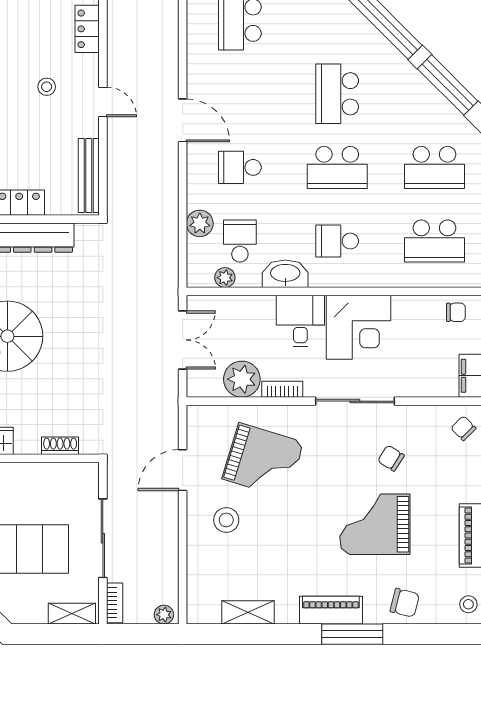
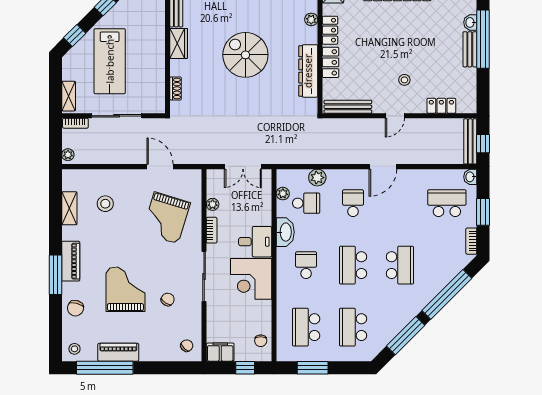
school desk: (337, 94) -> (400, 265), turned 90
plant: (242, 379) -> (213, 204), width x0.53, depth x0.53
stool: (226, 520) -> (105, 204), moved

